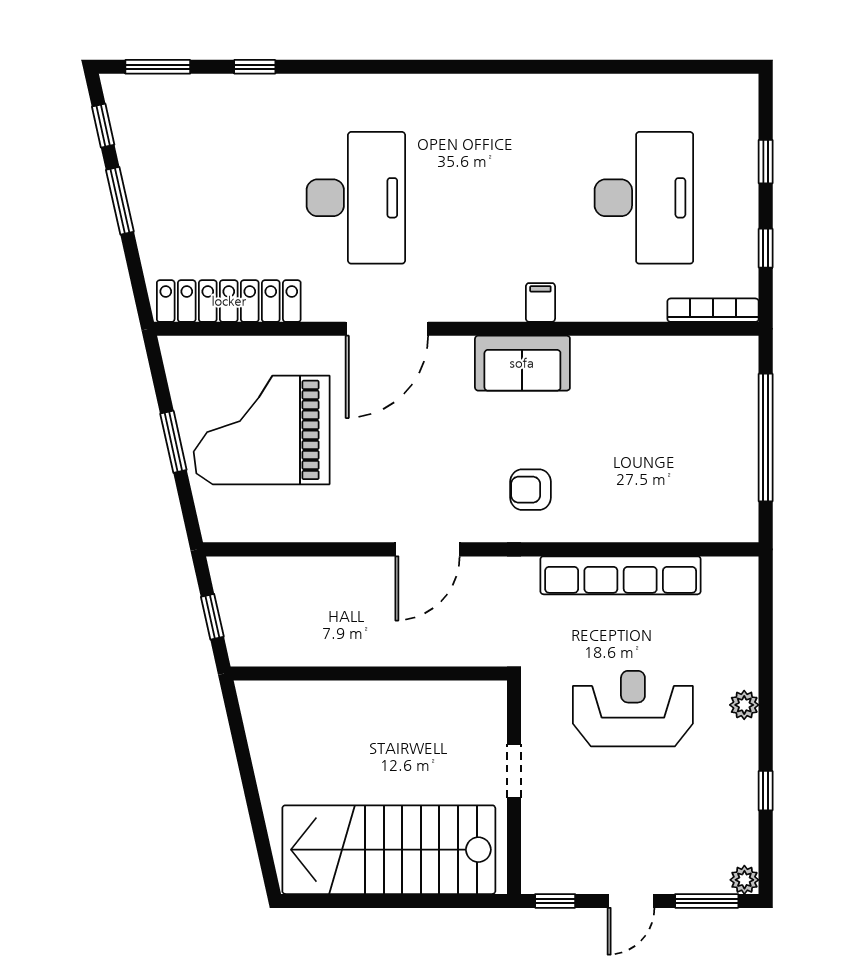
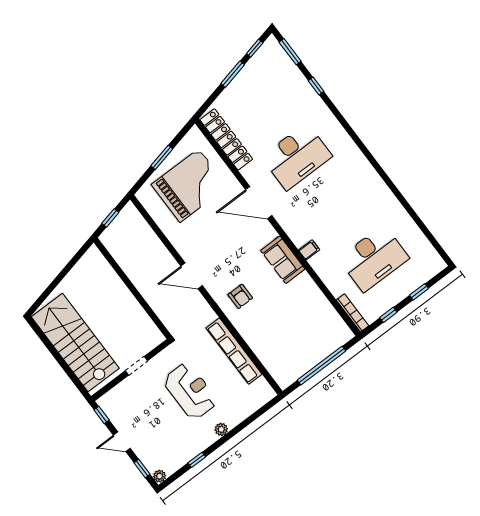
grand piano: (262, 430) -> (190, 185), turned 90
armchair: (530, 490) -> (240, 296), turned 180
window: (707, 901) -> (142, 468), width x0.67

